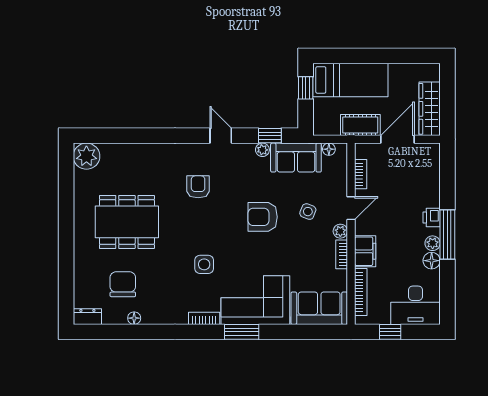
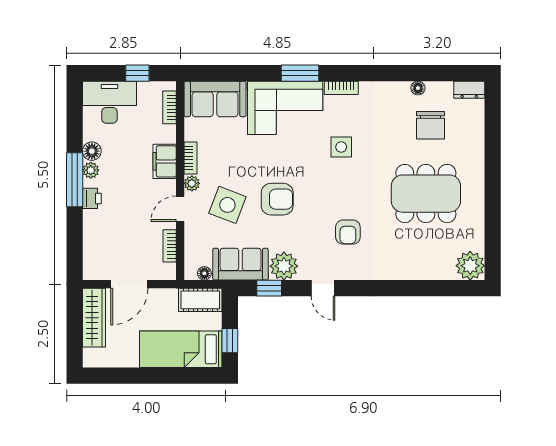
cot: (360, 125) -> (200, 300), moved
plant: (262, 150) -> (284, 266), width x1.88, depth x1.88
side table: (308, 212) -> (227, 205), width x1.87, depth x1.87
bookcase: (361, 292) -> (169, 107), width x0.64

